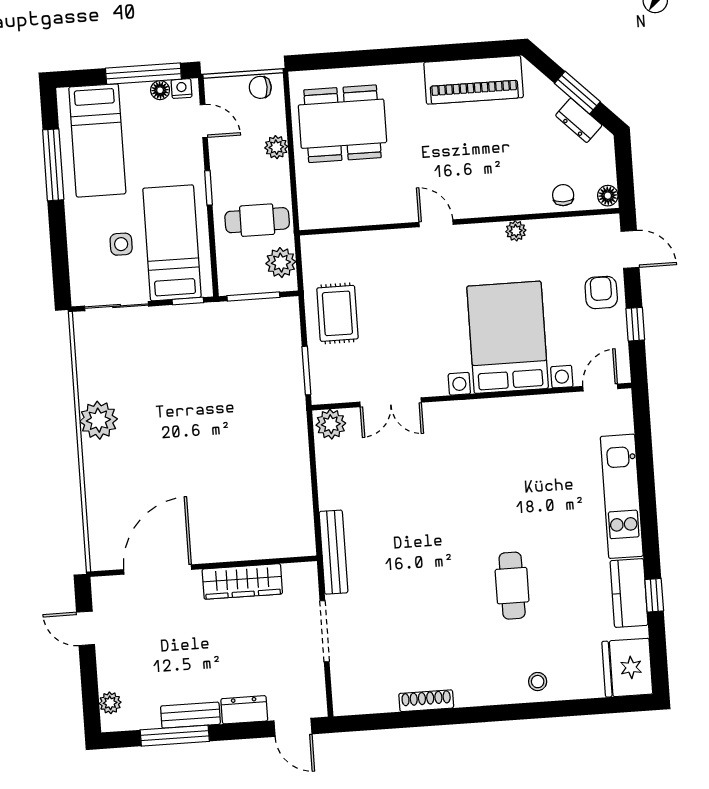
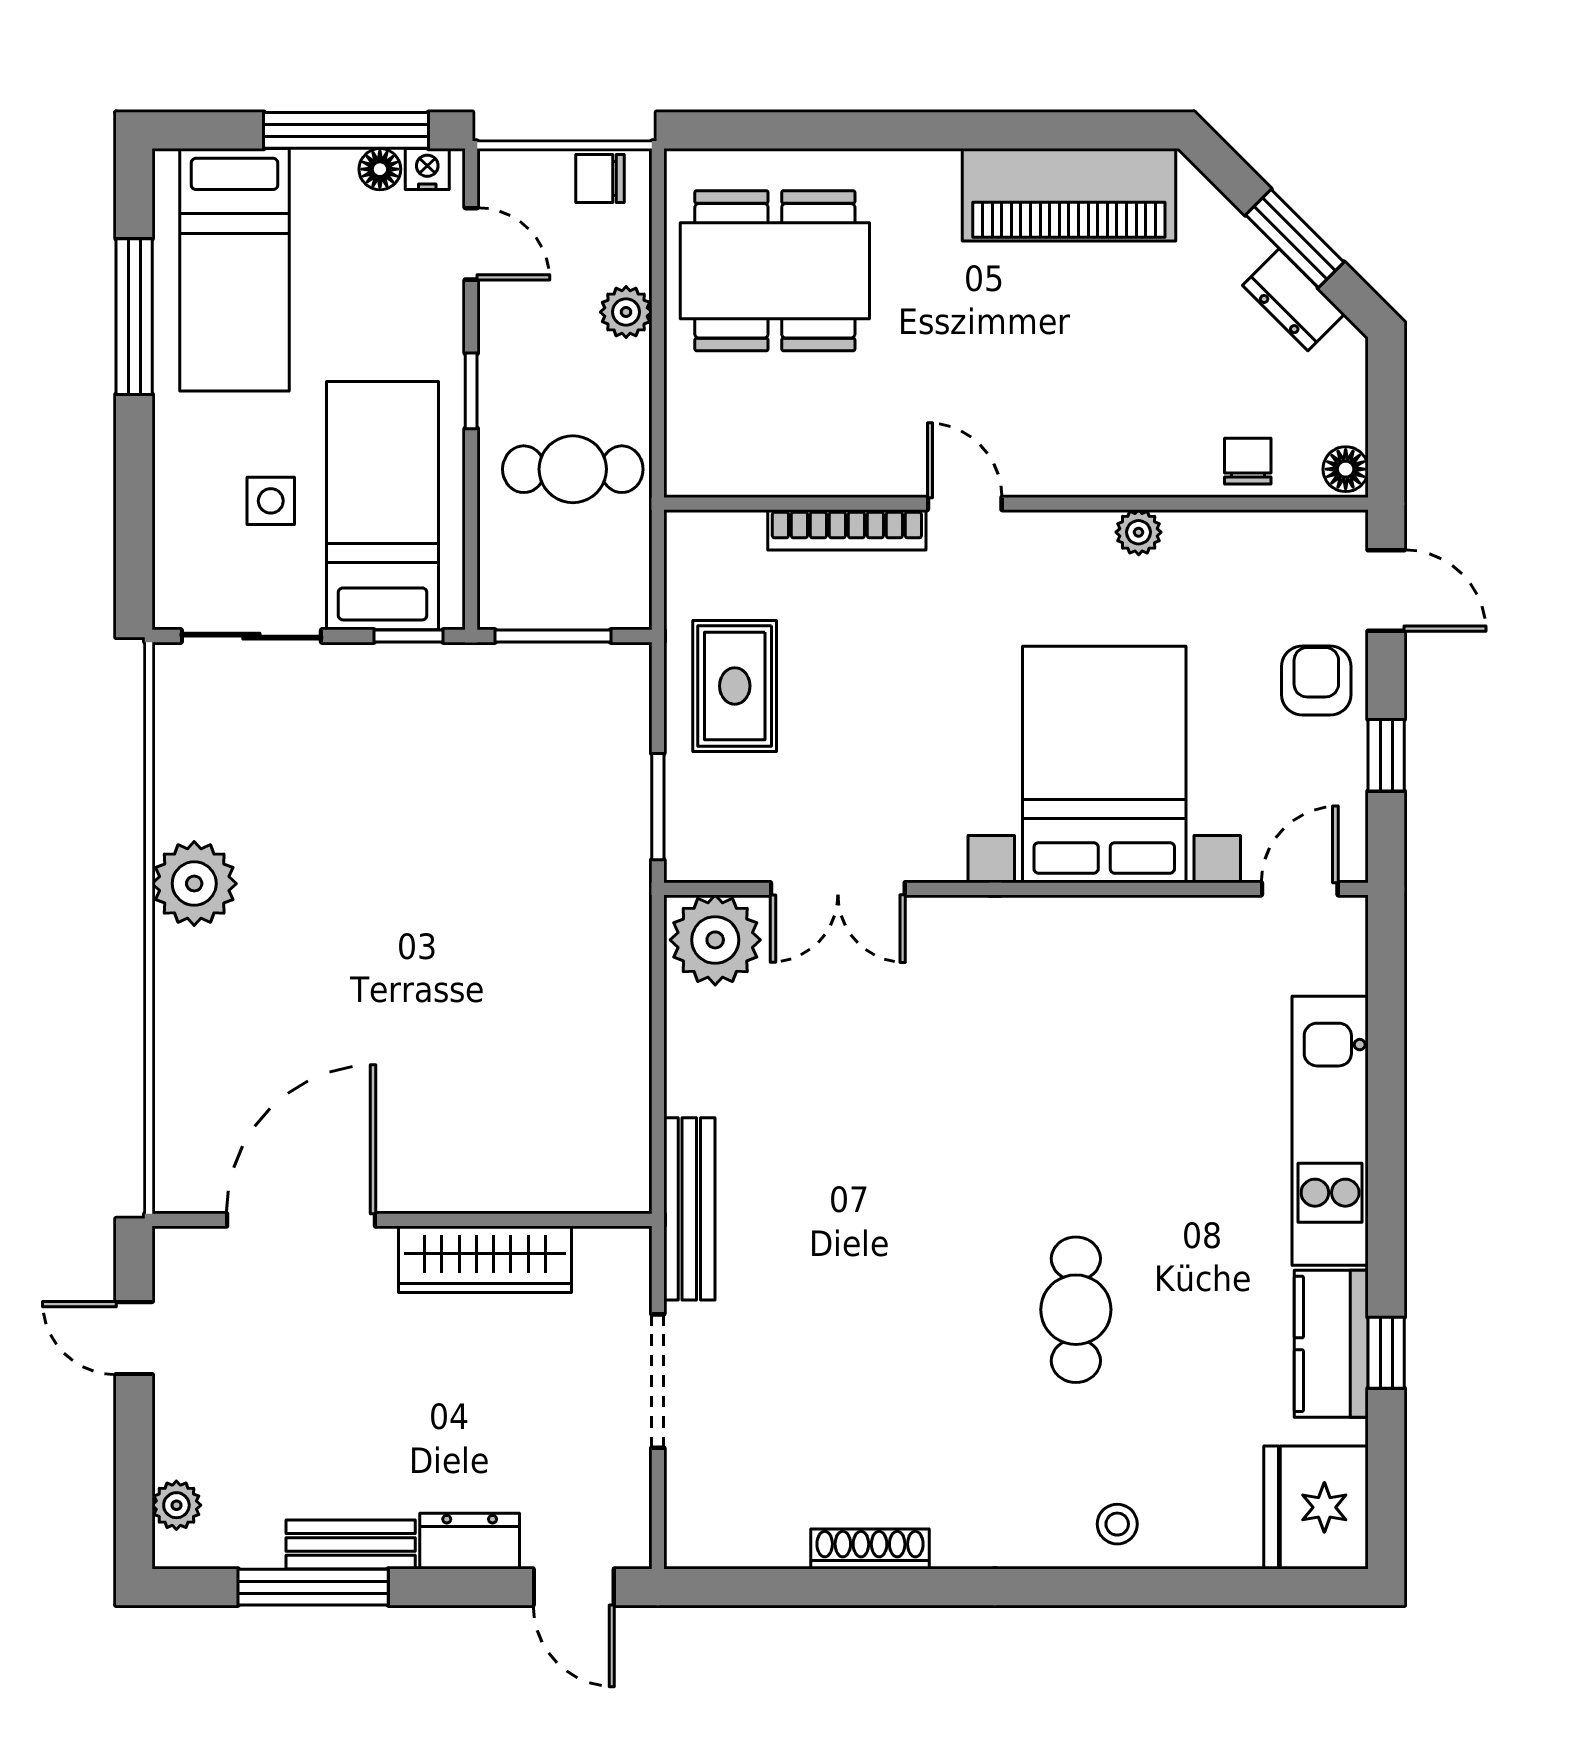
bookcase: (383, 239) -> (847, 530), added
plant: (281, 263) -> (618, 566), removed
plant: (331, 424) -> (715, 940), width x1.36, depth x1.36

